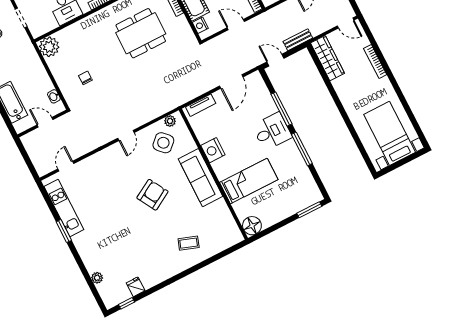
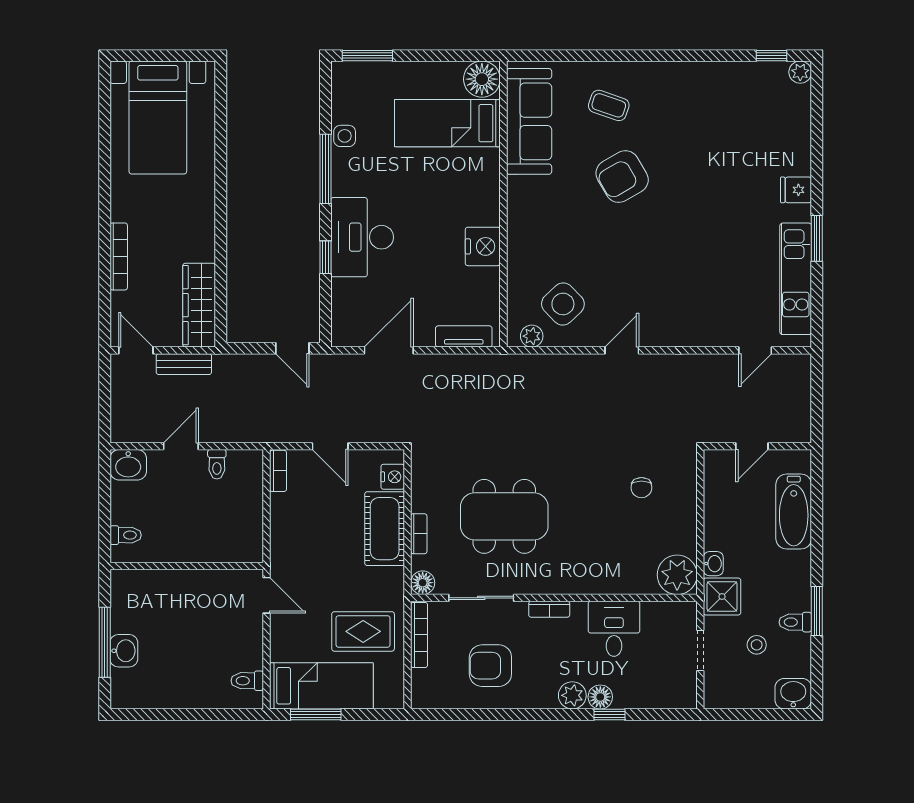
bench: (298, 40) -> (184, 364), moved
shower: (24, 47) -> (722, 596), added
washbasin: (54, 96) -> (713, 564), moved
window: (281, 109) -> (326, 257), width x0.46
door: (45, 122) -> (752, 446), hinge flipped
desk: (272, 131) -> (362, 237), width x1.37
side table: (301, 168) -> (345, 136), added
sofa: (201, 178) -> (529, 121), moved
bed: (249, 181) -> (447, 123), moved
armchair: (152, 195) -> (622, 177), moved
plant: (97, 278) -> (800, 72), moved
fridge: (136, 287) -> (796, 190), moved, turned 90

